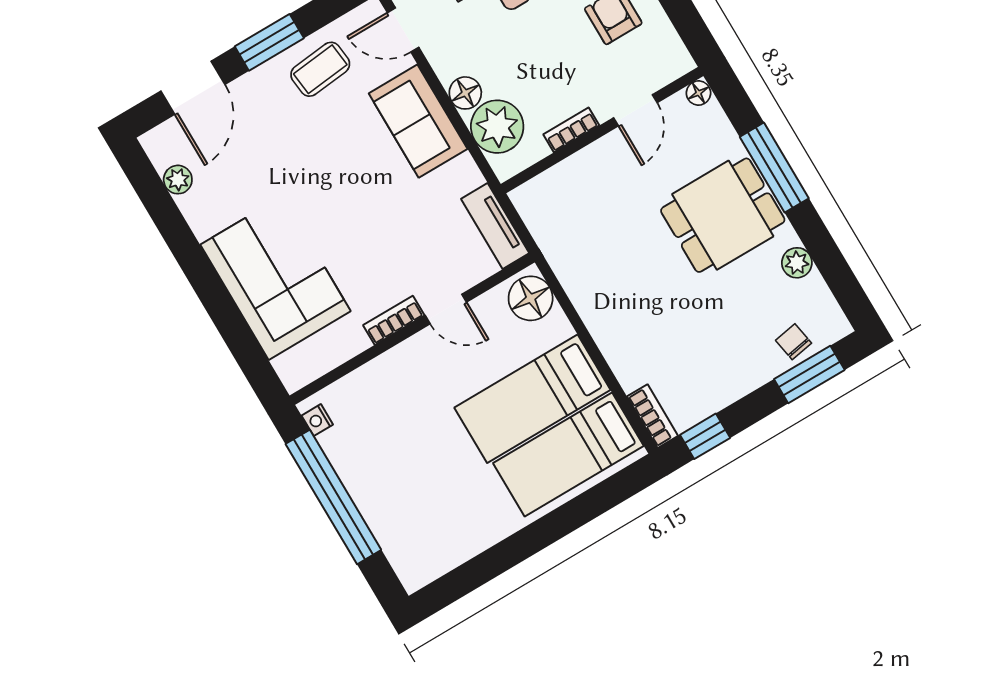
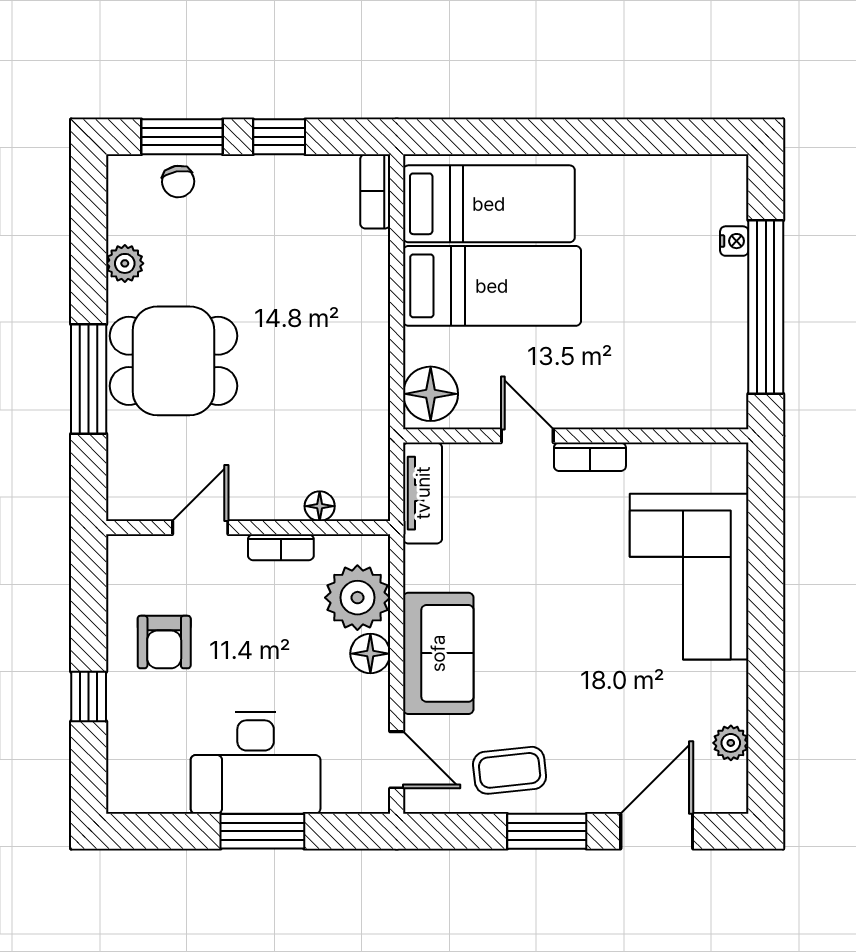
floor lamp: (698, 93) -> (320, 506), moved
nightstand: (317, 420) -> (734, 241), moved
window: (705, 436) -> (279, 137), moved

